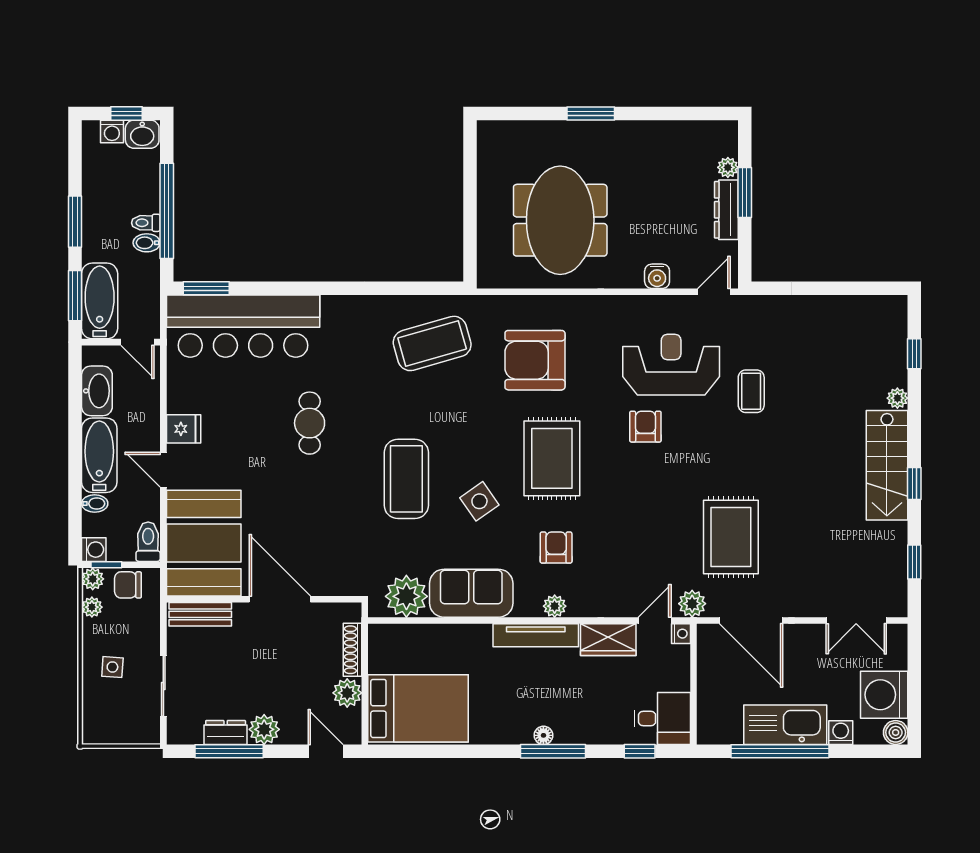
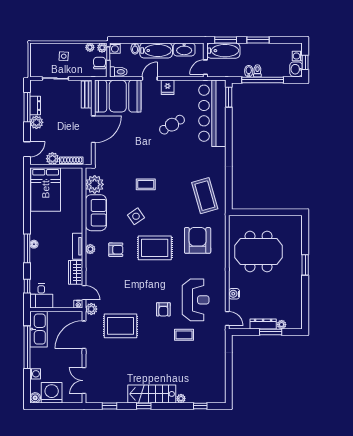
cafe table: (310, 423) -> (172, 125), moved, turned -32
armchair: (645, 427) -> (163, 309), moved, turned 90
coffee table: (406, 479) -> (146, 184), width x0.54, depth x0.58
tv unit: (536, 635) -> (78, 246), width x0.71
kitchen sink: (785, 725) -> (39, 329), moved

